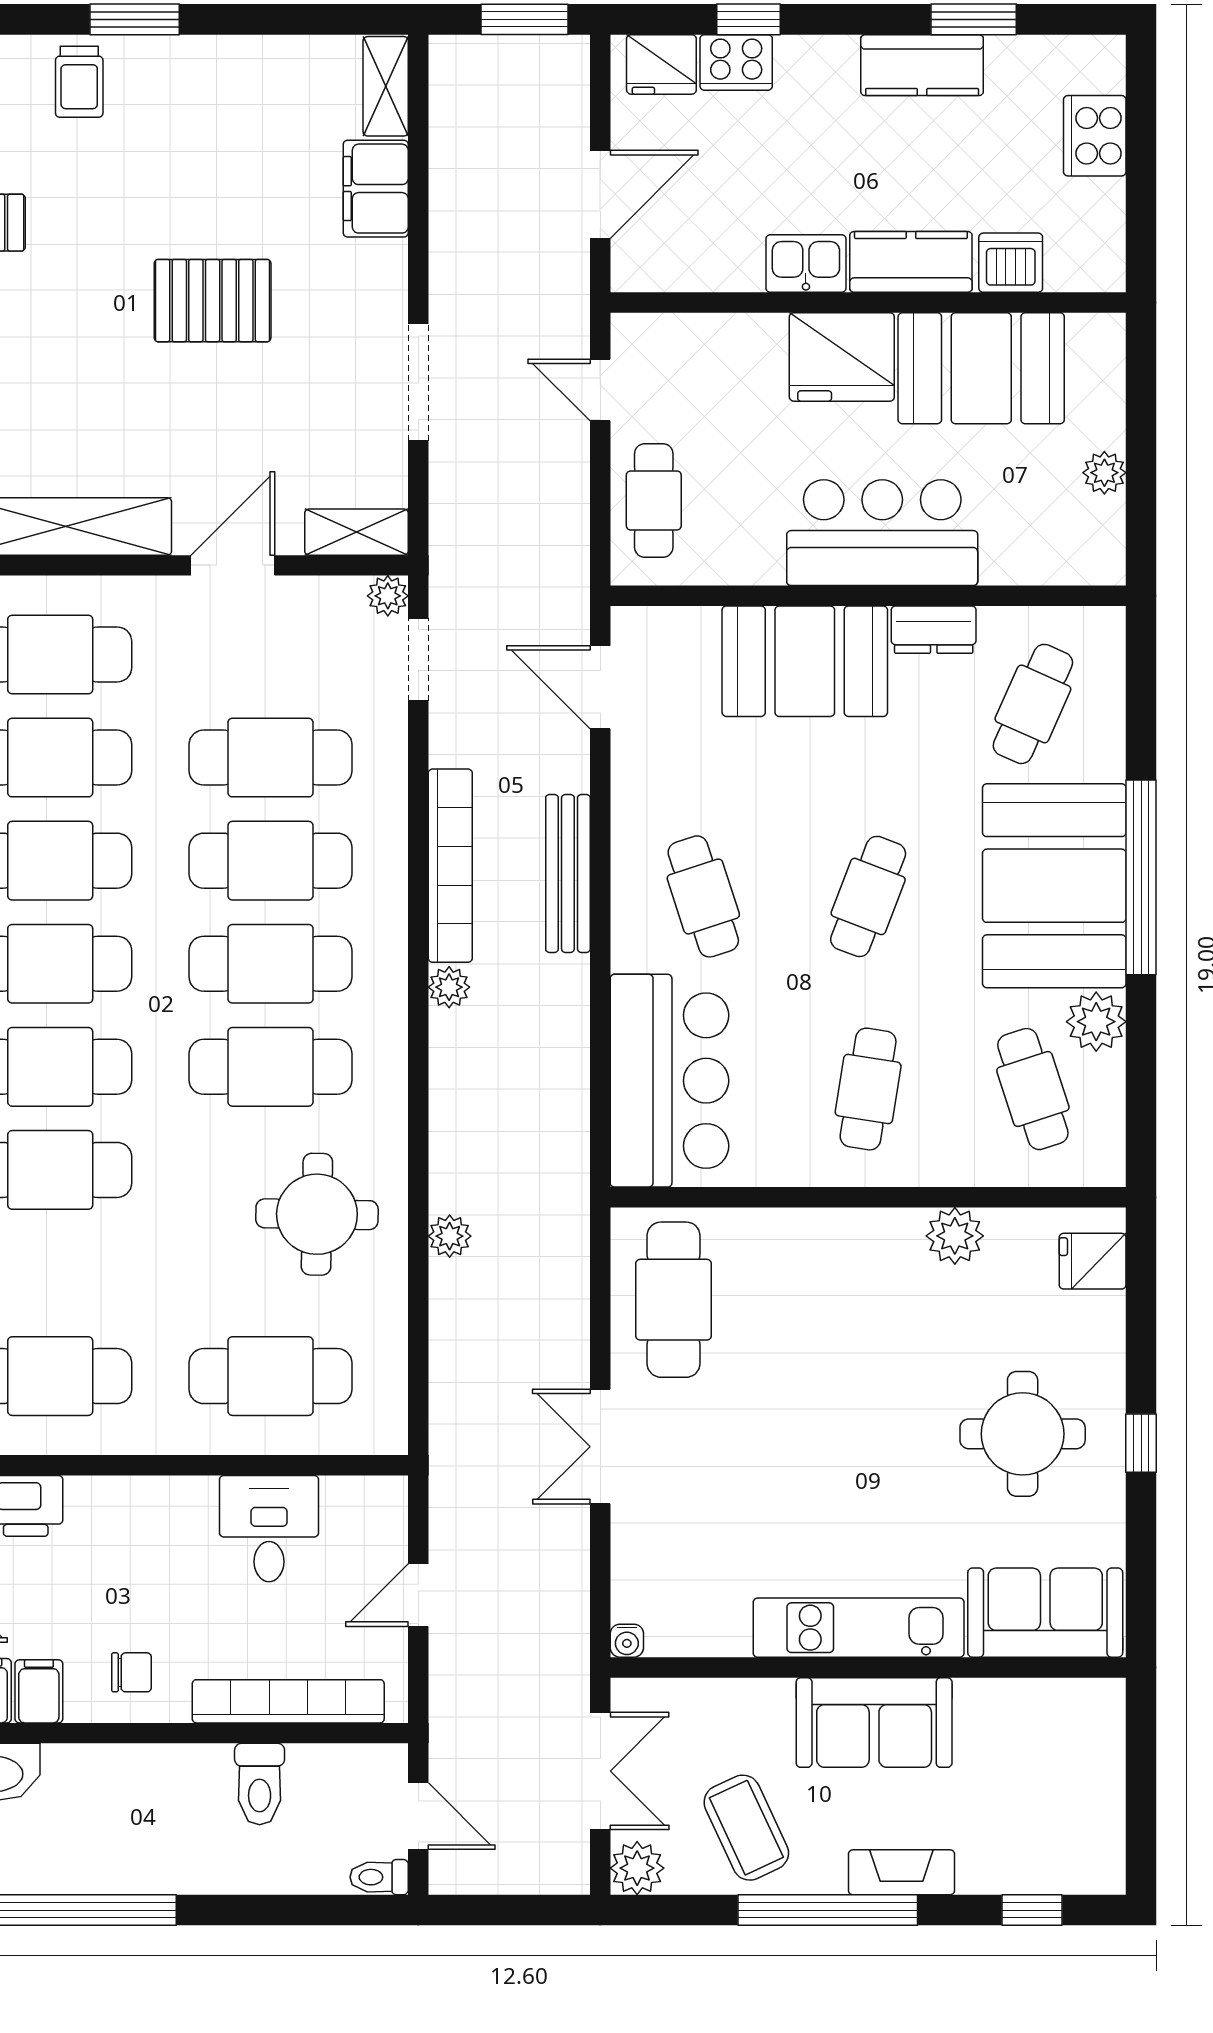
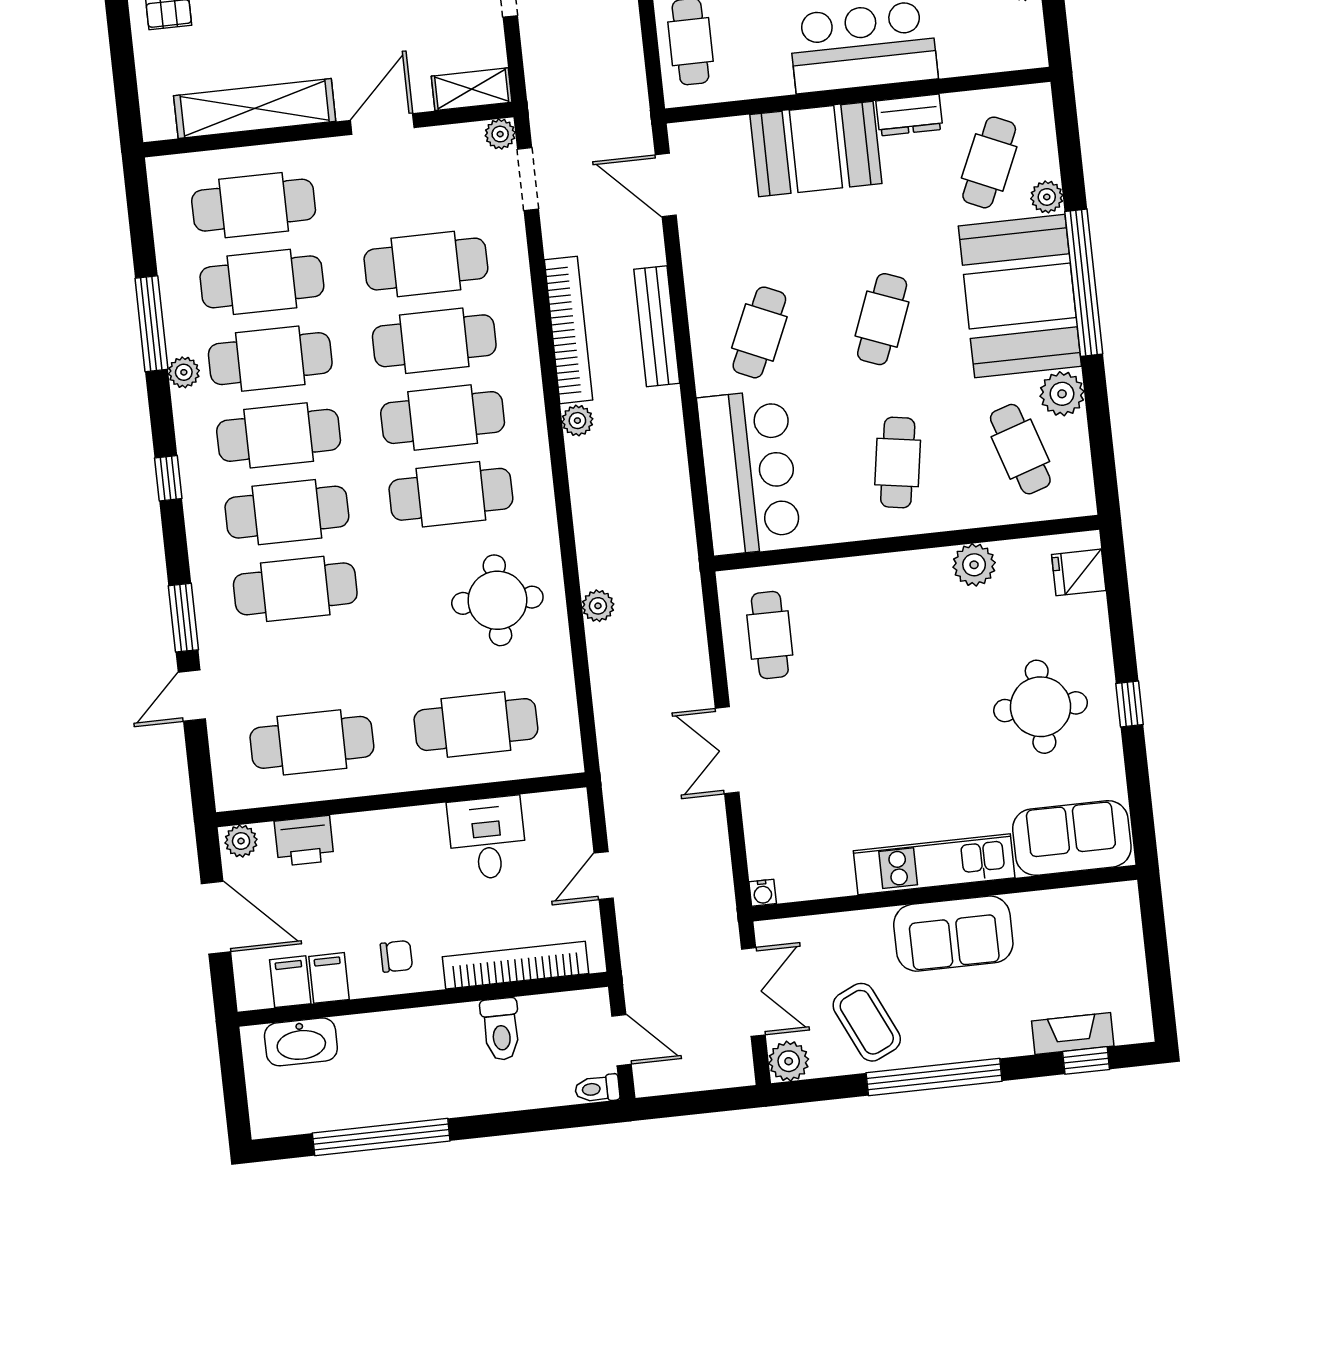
plant: (1104, 758) -> (1047, 197), added
cafe table: (703, 896) -> (759, 332), turned 42
cafe table: (674, 1300) -> (770, 635), width x0.73, depth x0.74
fireplace: (901, 1872) -> (1073, 1033), moved

